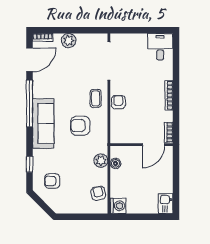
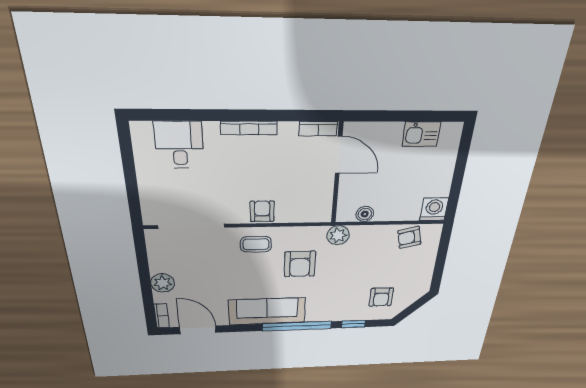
desk: (160, 47) -> (179, 145), moved, turned 90
armchair: (118, 102) -> (262, 211), turned 90
window: (30, 103) -> (297, 326), moved
sofa: (43, 123) -> (267, 311), moved
plant: (101, 161) -> (338, 235), moved
kitchen sink: (166, 204) -> (421, 134), moved

